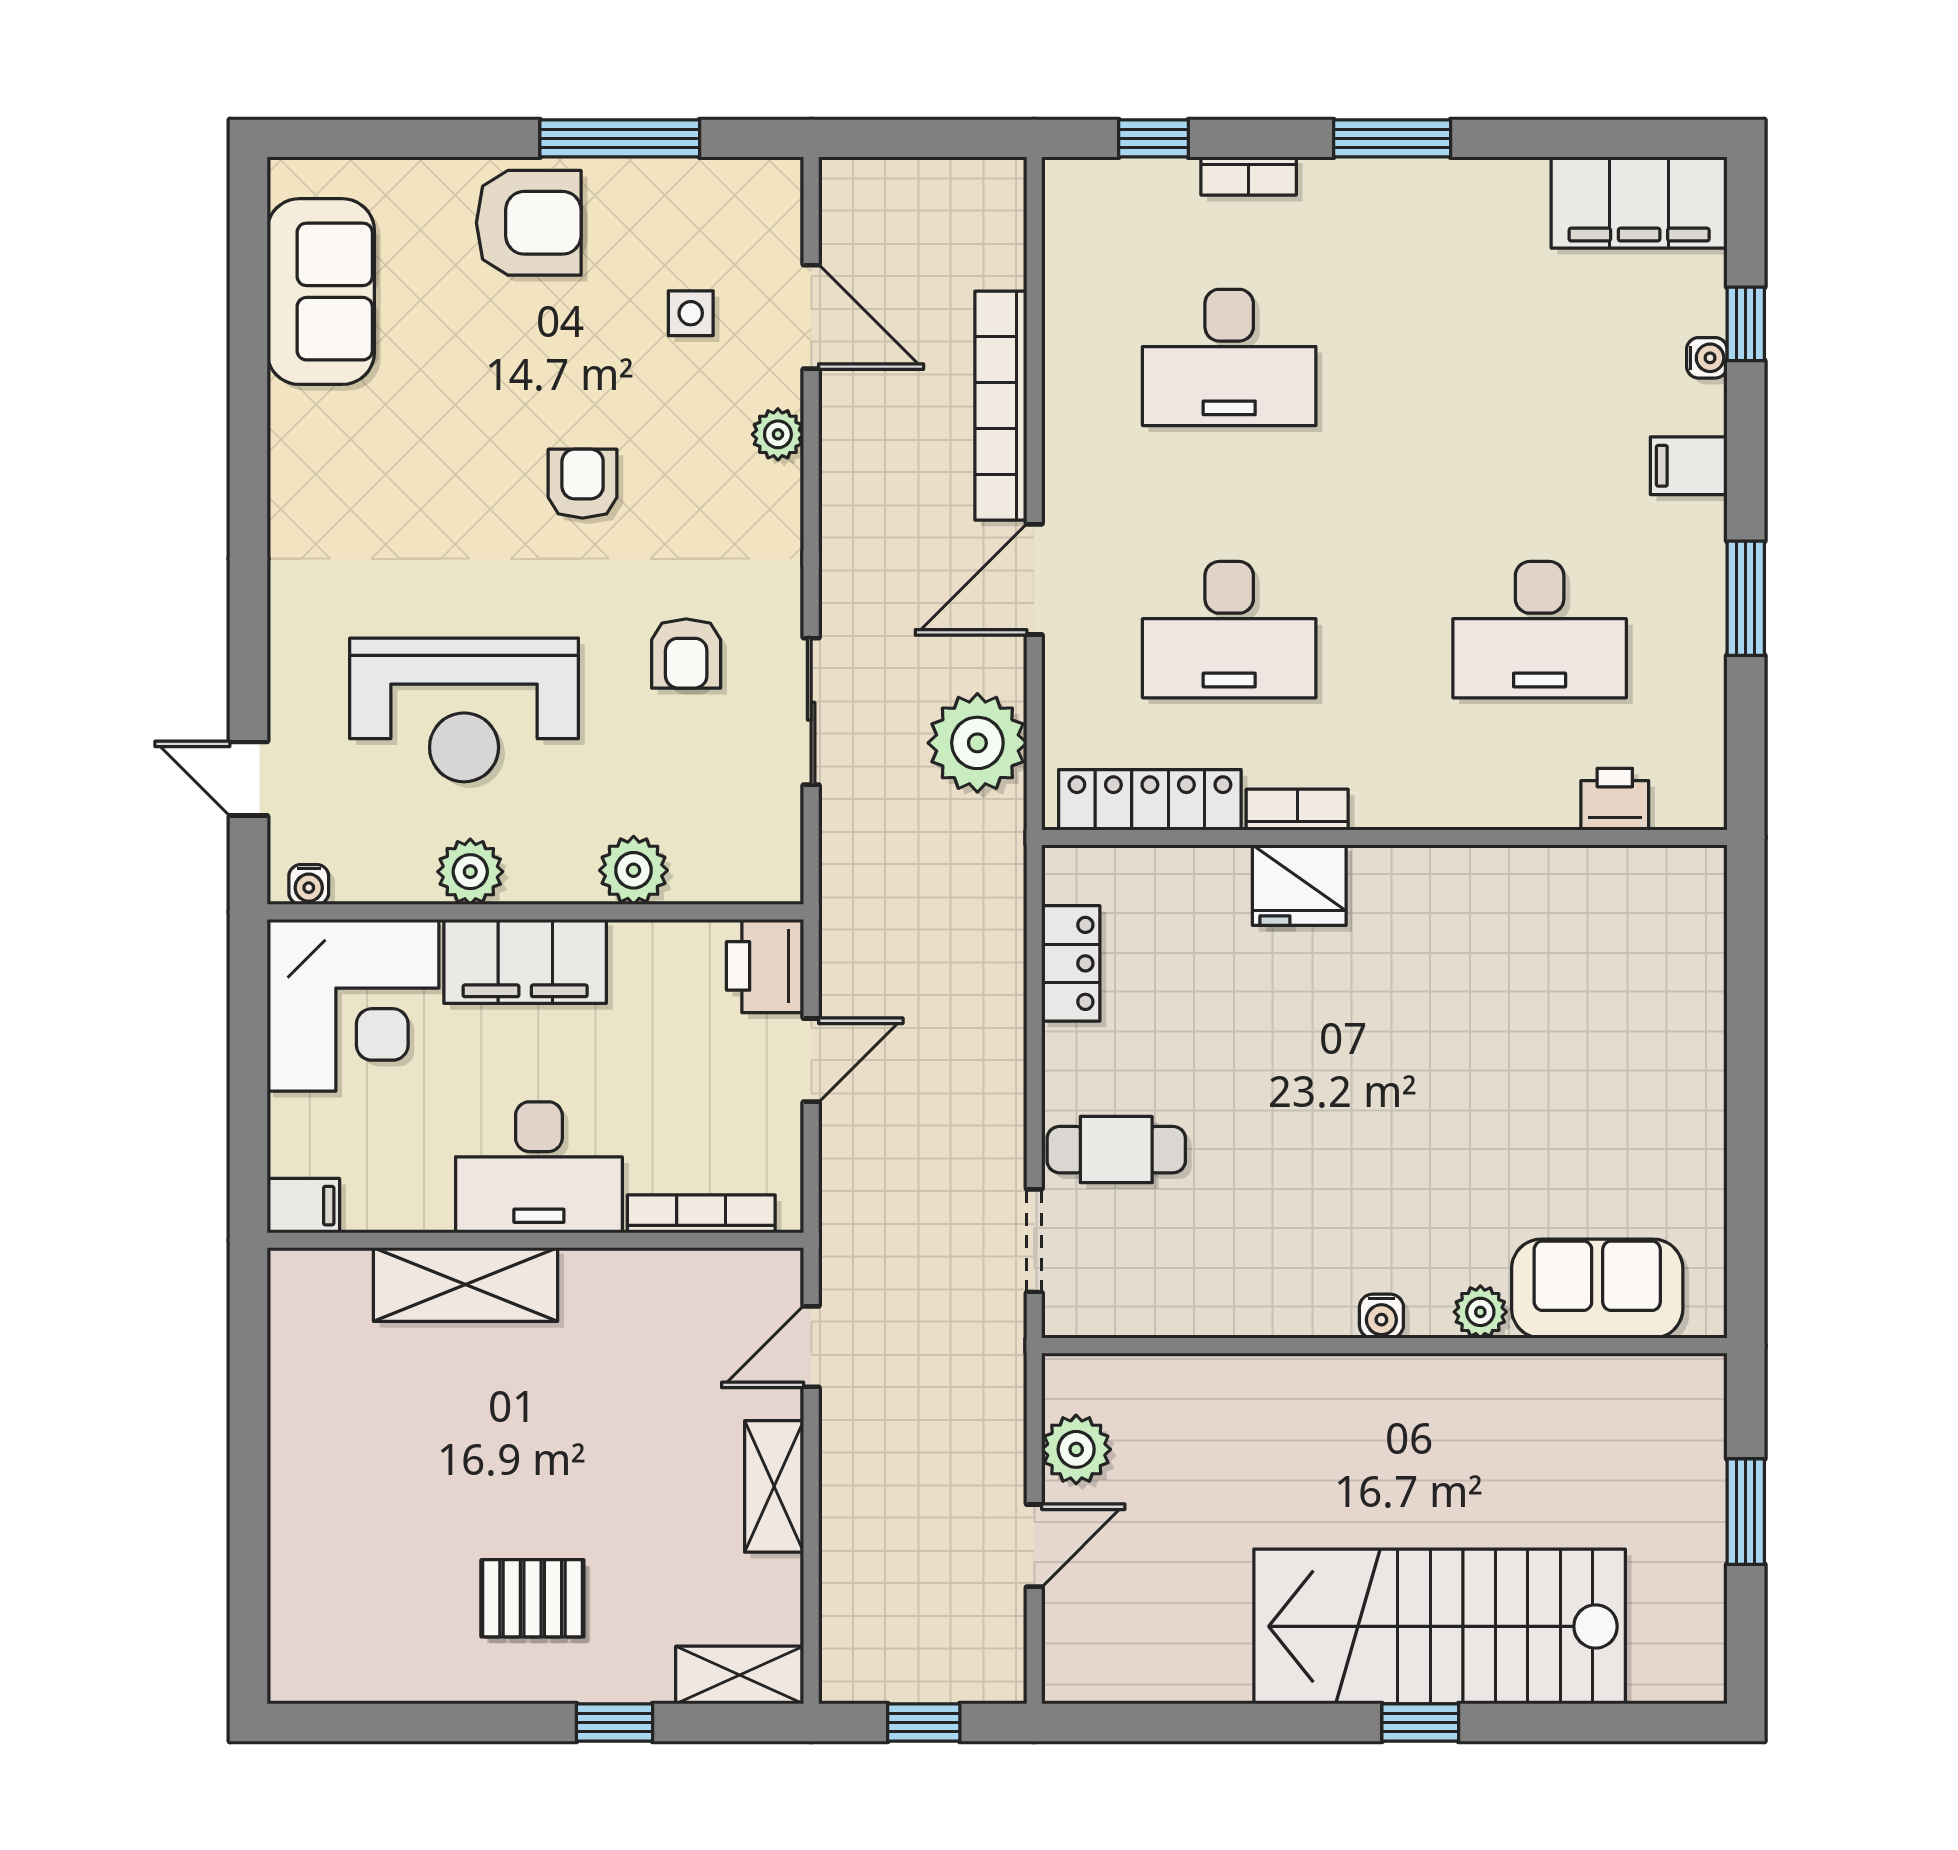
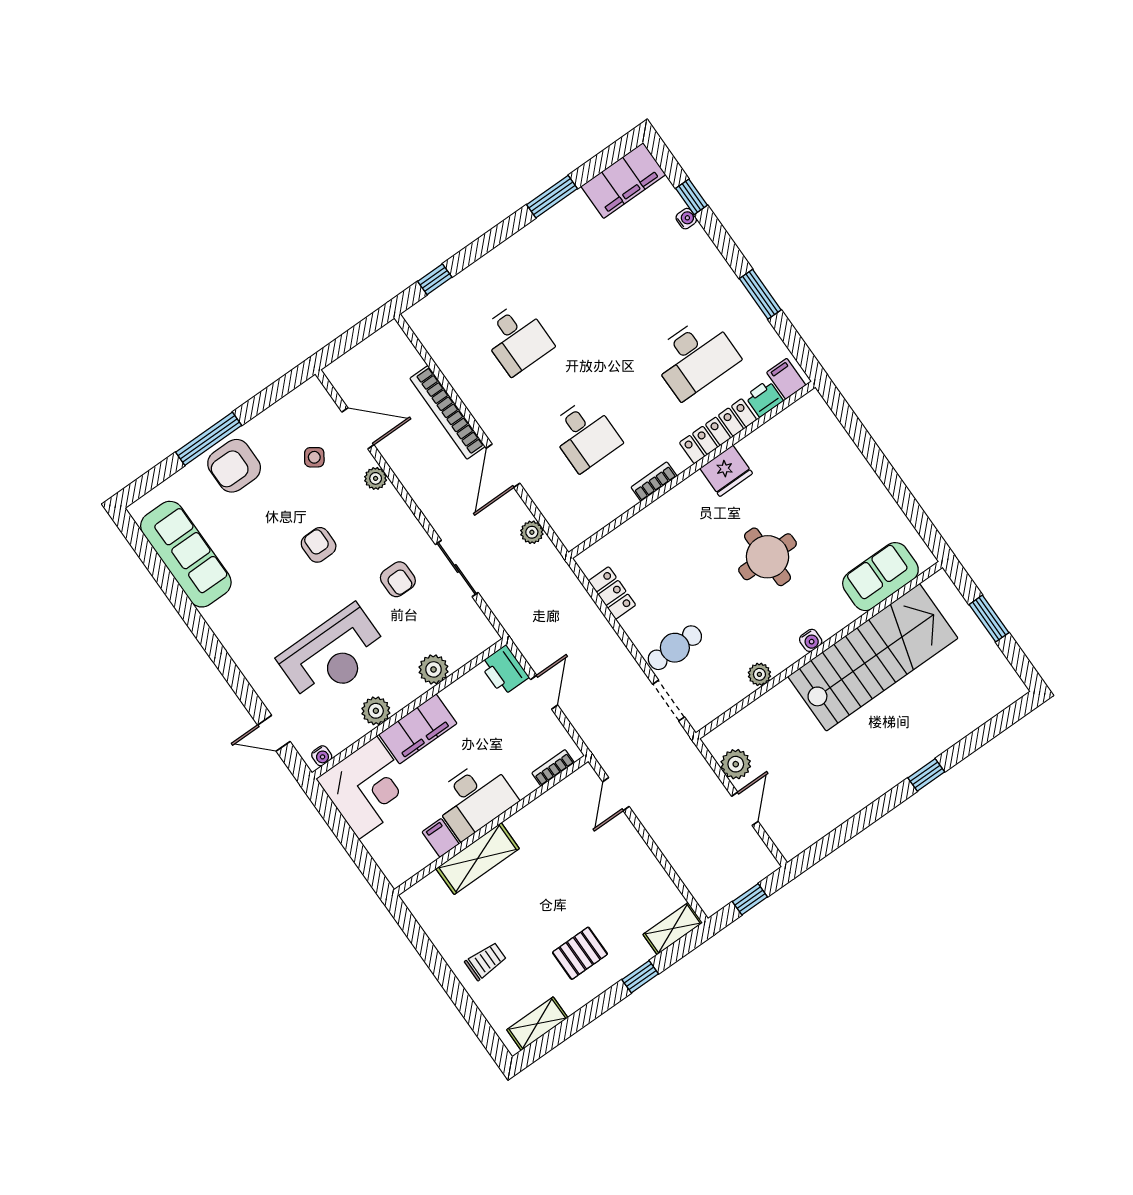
window: (620, 138) -> (209, 439), moved
window: (1392, 138) -> (552, 197), moved
bookcase: (1249, 176) -> (478, 269), removed
armchair: (529, 223) -> (234, 466), turned 180
sofa: (321, 292) -> (186, 554), width x1.36
side table: (691, 313) -> (314, 457), turned 35
desk: (1229, 357) -> (517, 338), width x0.73
filing cabinet: (1689, 466) -> (786, 379), moved, turned 90
desk: (1229, 630) -> (585, 435), width x0.73
plant: (977, 743) -> (532, 532), width x0.53, depth x0.53
locker: (1150, 800) -> (718, 431), moved
fridge: (1299, 885) -> (726, 471), moved
round table: (1411, 1102) -> (768, 557), added
filing cabinet: (303, 1206) -> (441, 838), moved, turned -90
bookcase: (701, 1214) -> (553, 768), width x0.64
plant: (1480, 1312) -> (759, 674), moved
shelving: (774, 1486) -> (537, 1024), moved, turned 90
trolley: (345, 1488) -> (486, 961), added
stairs: (1440, 1626) -> (873, 657), moved, turned 180

